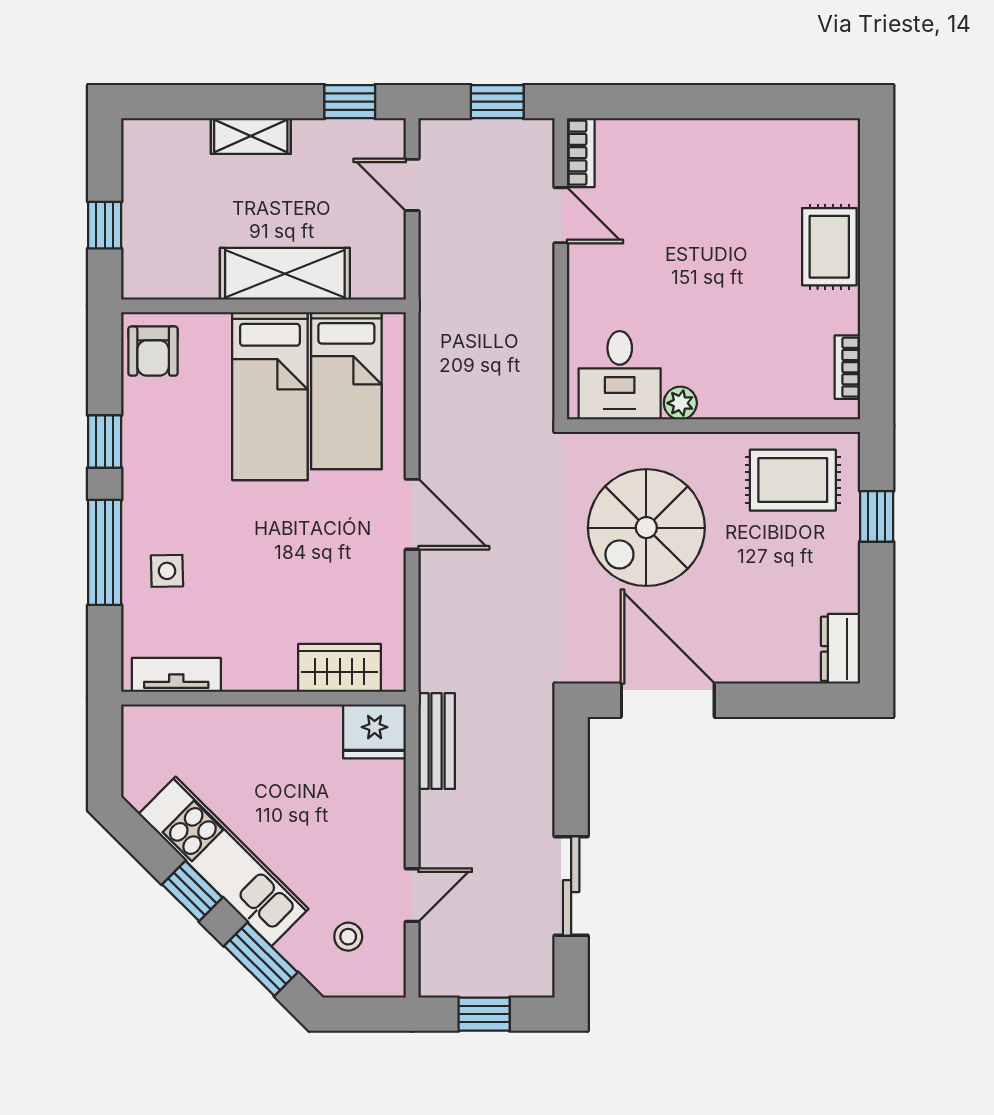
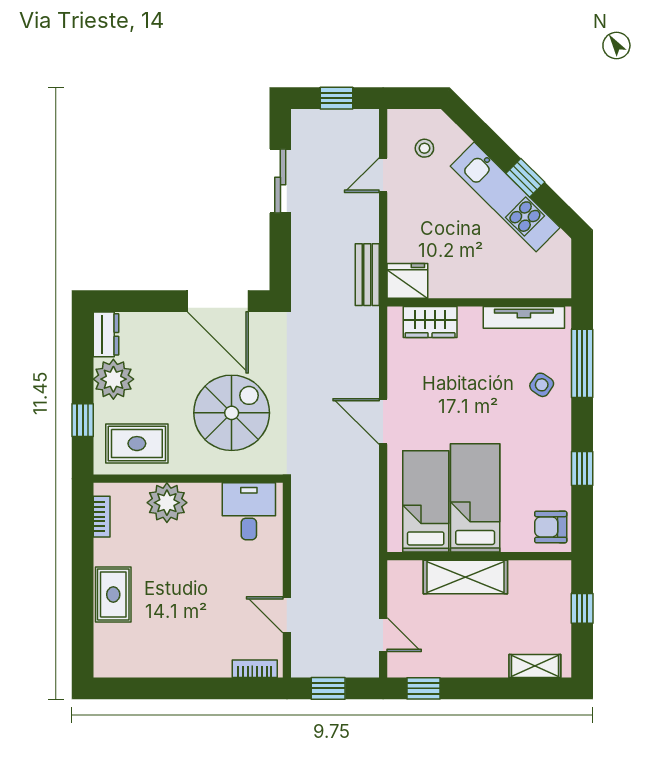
shelving: (251, 136) -> (535, 666), moved
bookcase: (581, 153) -> (255, 669), moved, turned 90
armchair: (153, 351) -> (551, 527), turned -90
plant: (680, 403) -> (167, 503), moved, width x1.88, depth x1.88
window: (105, 552) -> (582, 363), moved
side table: (167, 571) -> (542, 385), turned 35
plant: (829, 580) -> (113, 379), added
tv unit: (176, 675) -> (524, 317), width x1.41
window: (261, 959) -> (481, 134), removed

